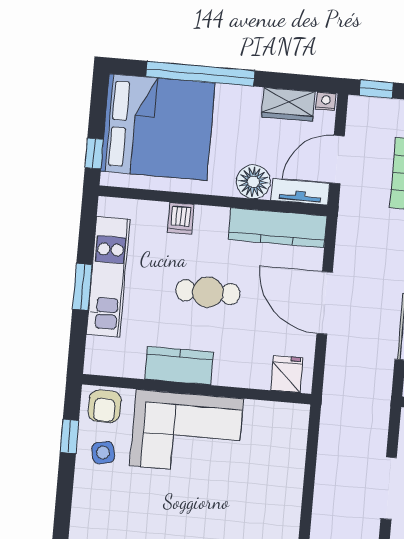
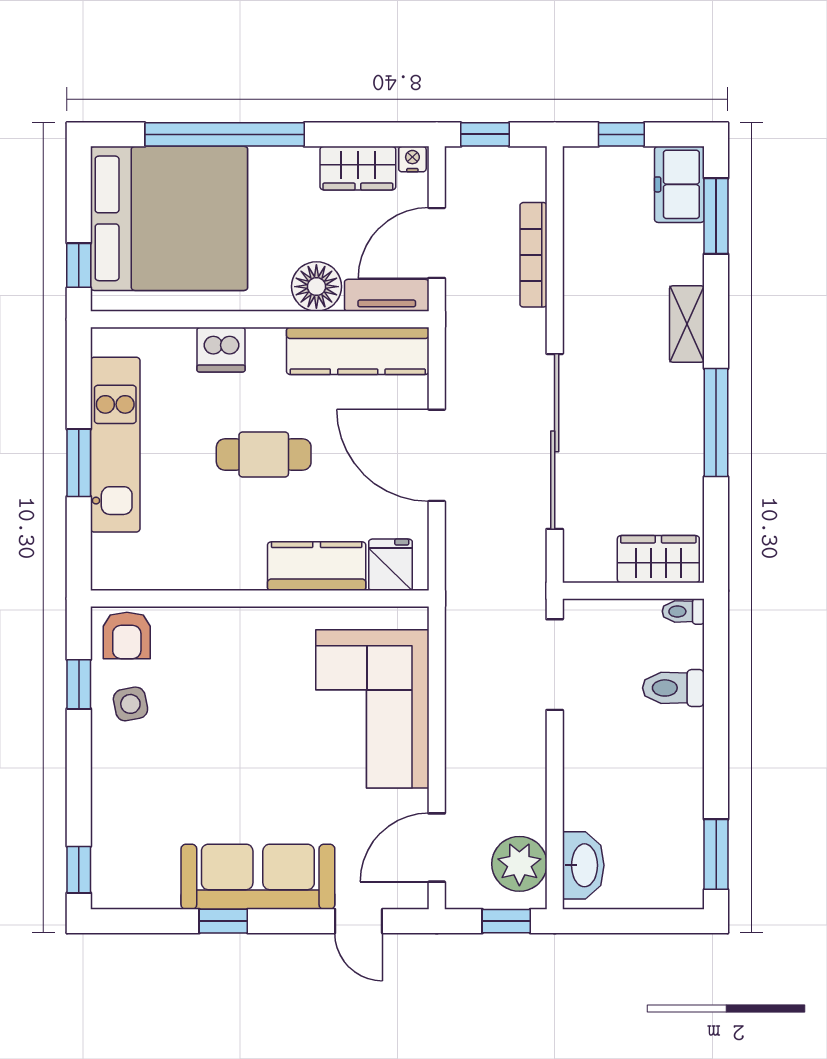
dishwasher: (181, 218) -> (221, 350), width x1.38
kitchen counter: (179, 366) -> (317, 566), moved
corner sofa: (186, 432) -> (372, 709), moved, turned 90
doorway: (389, 488) -> (555, 665), moved

